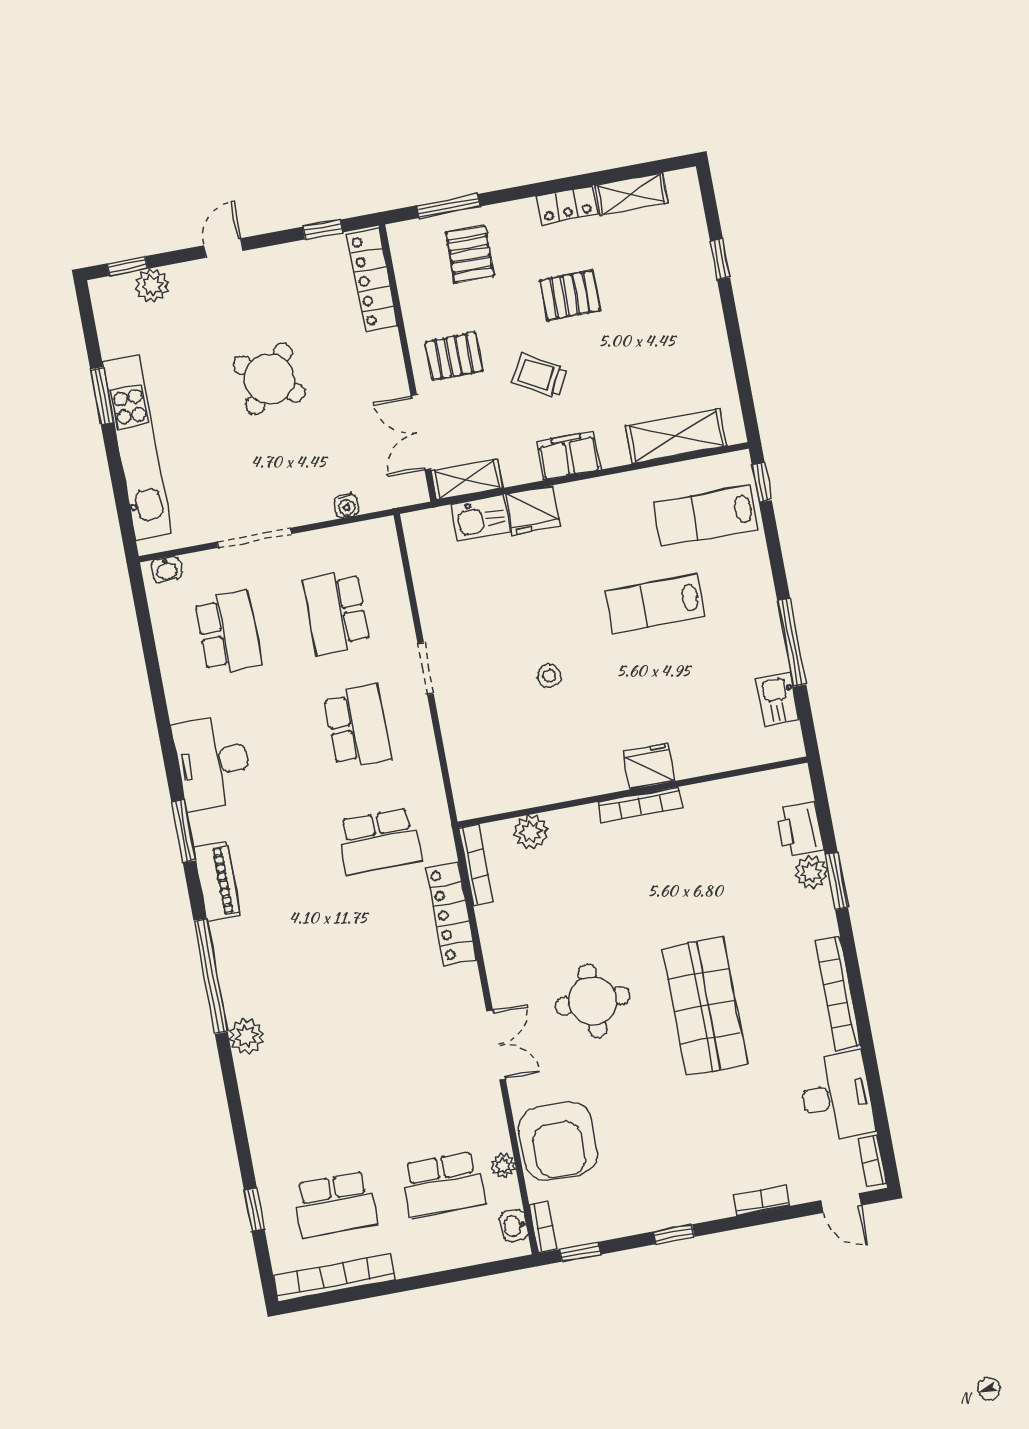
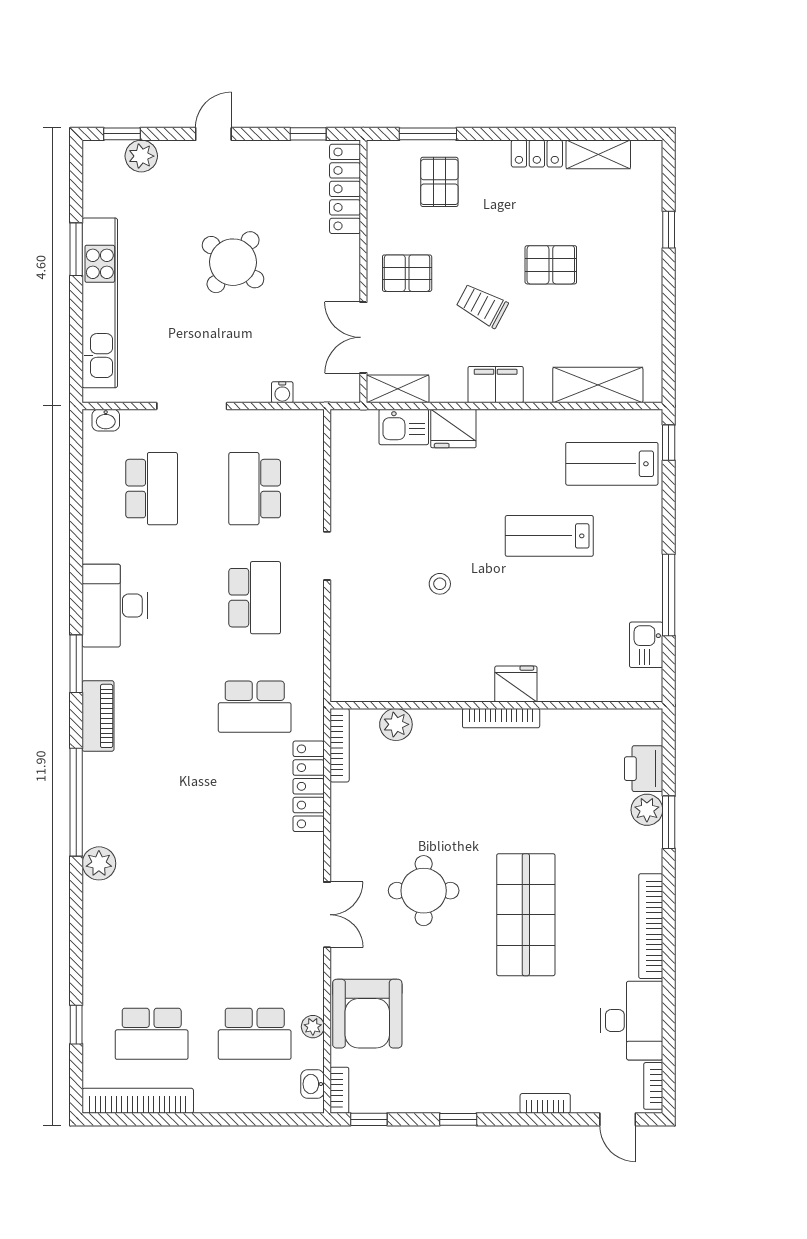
pallet: (570, 295) -> (551, 265), moved

